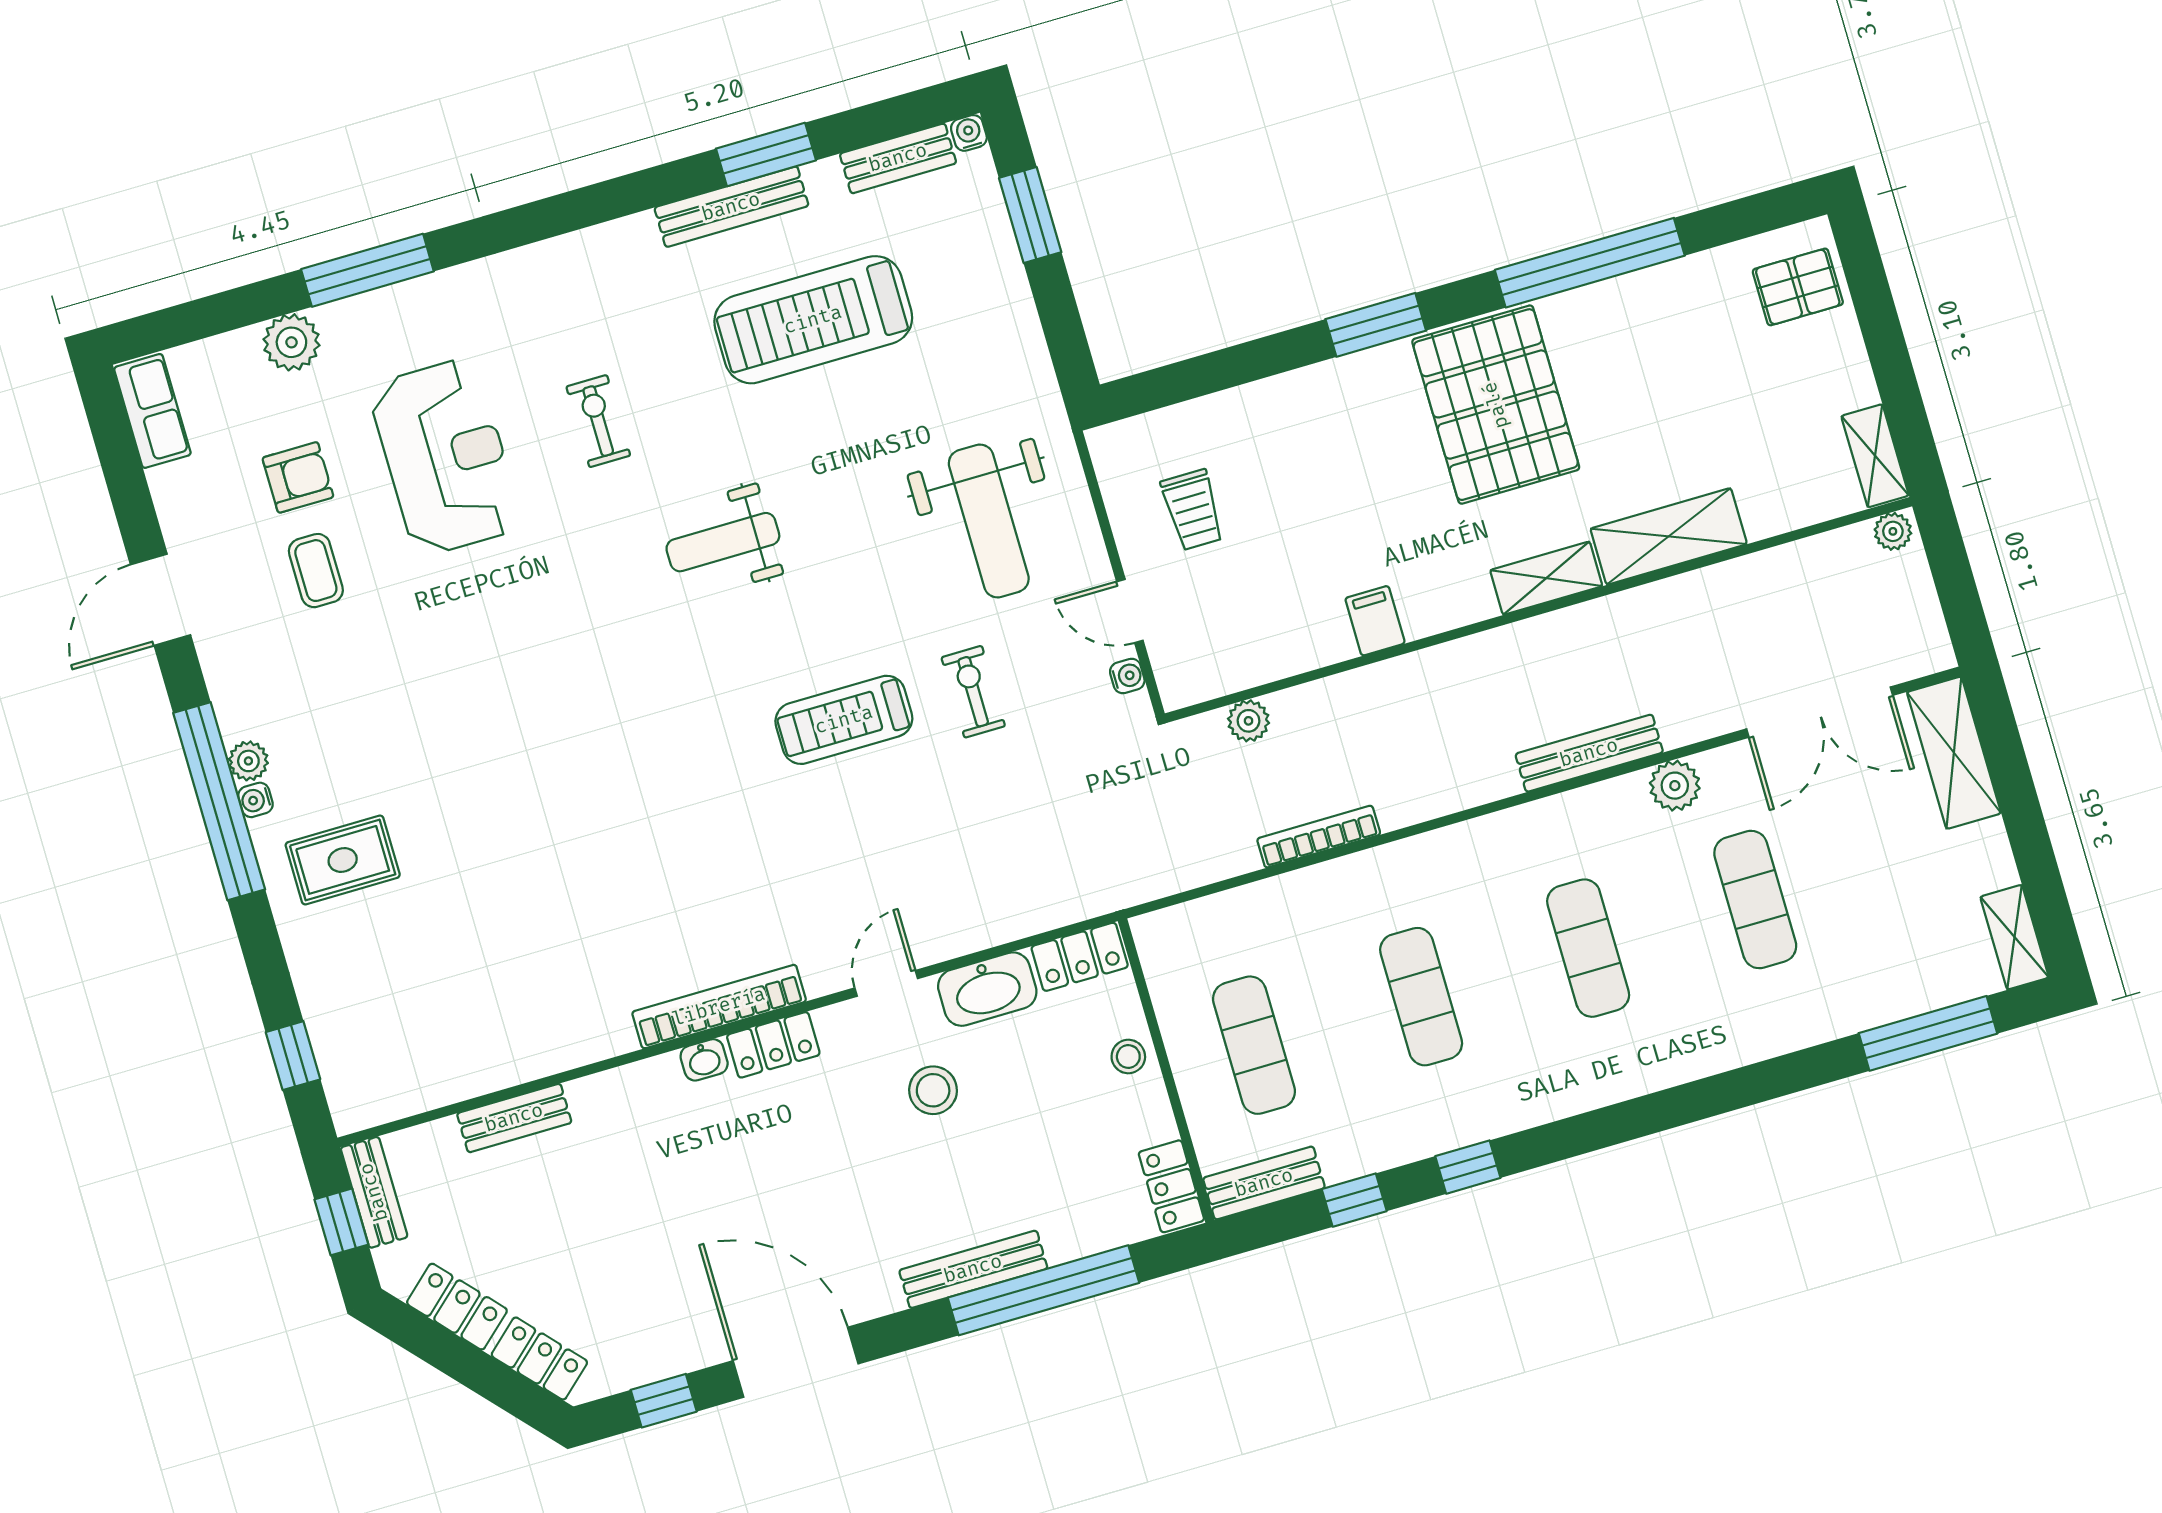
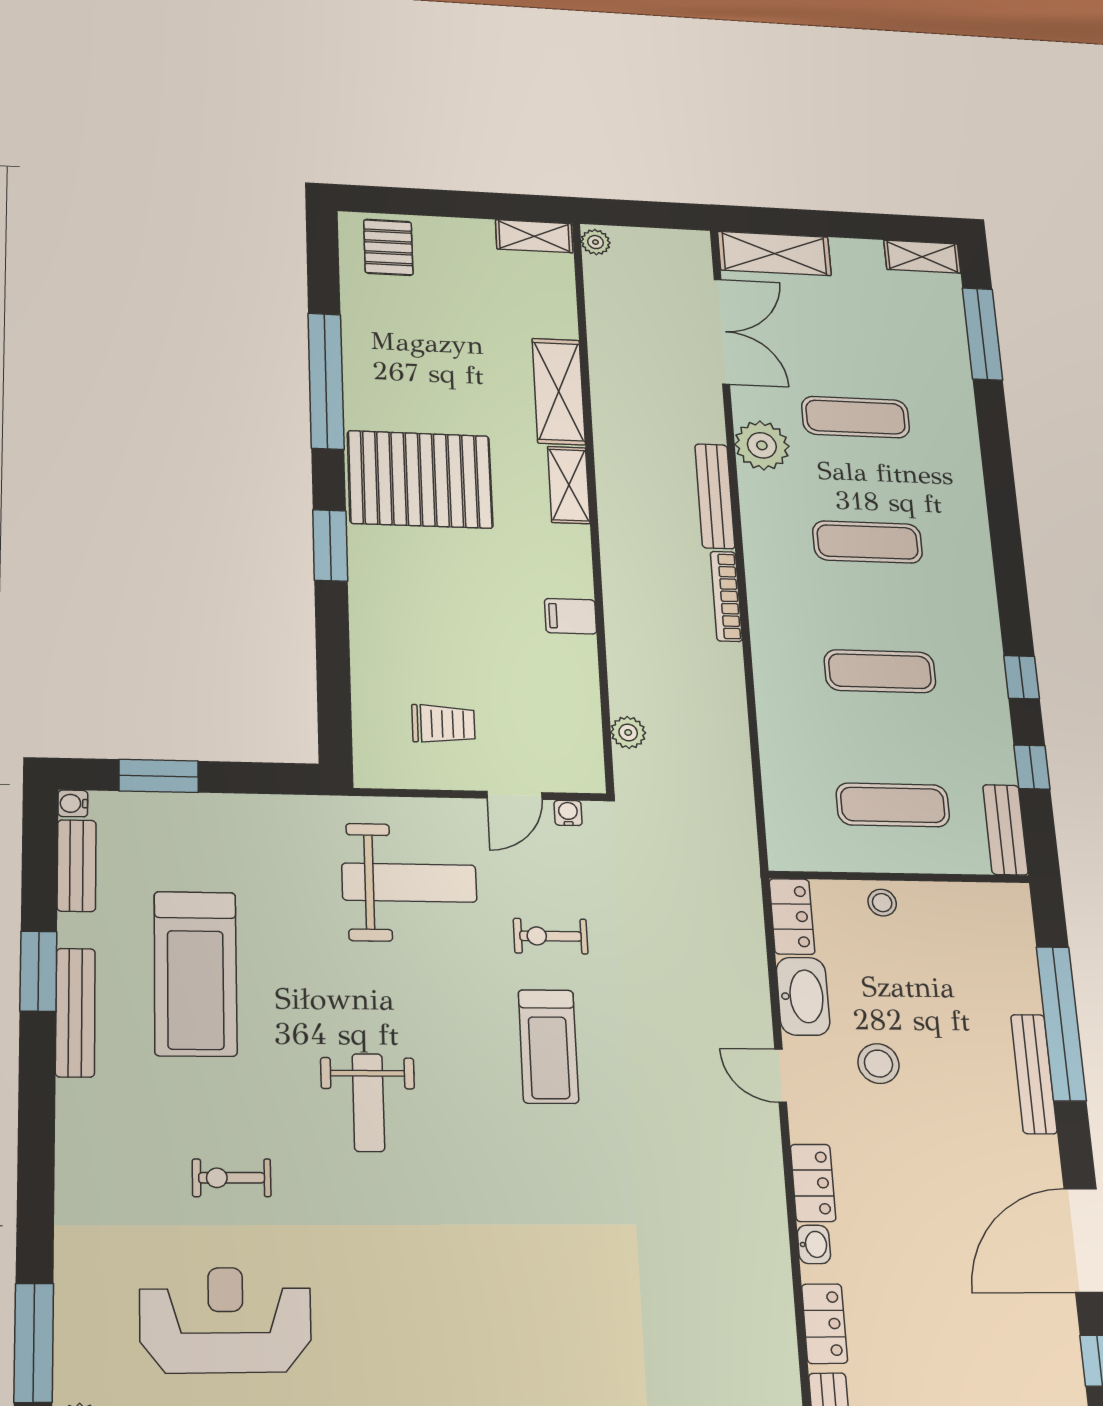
plant: (1675, 786) -> (762, 445), width x1.36, depth x1.36
bookcase: (1319, 837) -> (726, 596), moved
bookcase: (719, 1007) -> (771, 1219), removed
locker: (1171, 1186) -> (825, 1324), moved, turned -90

